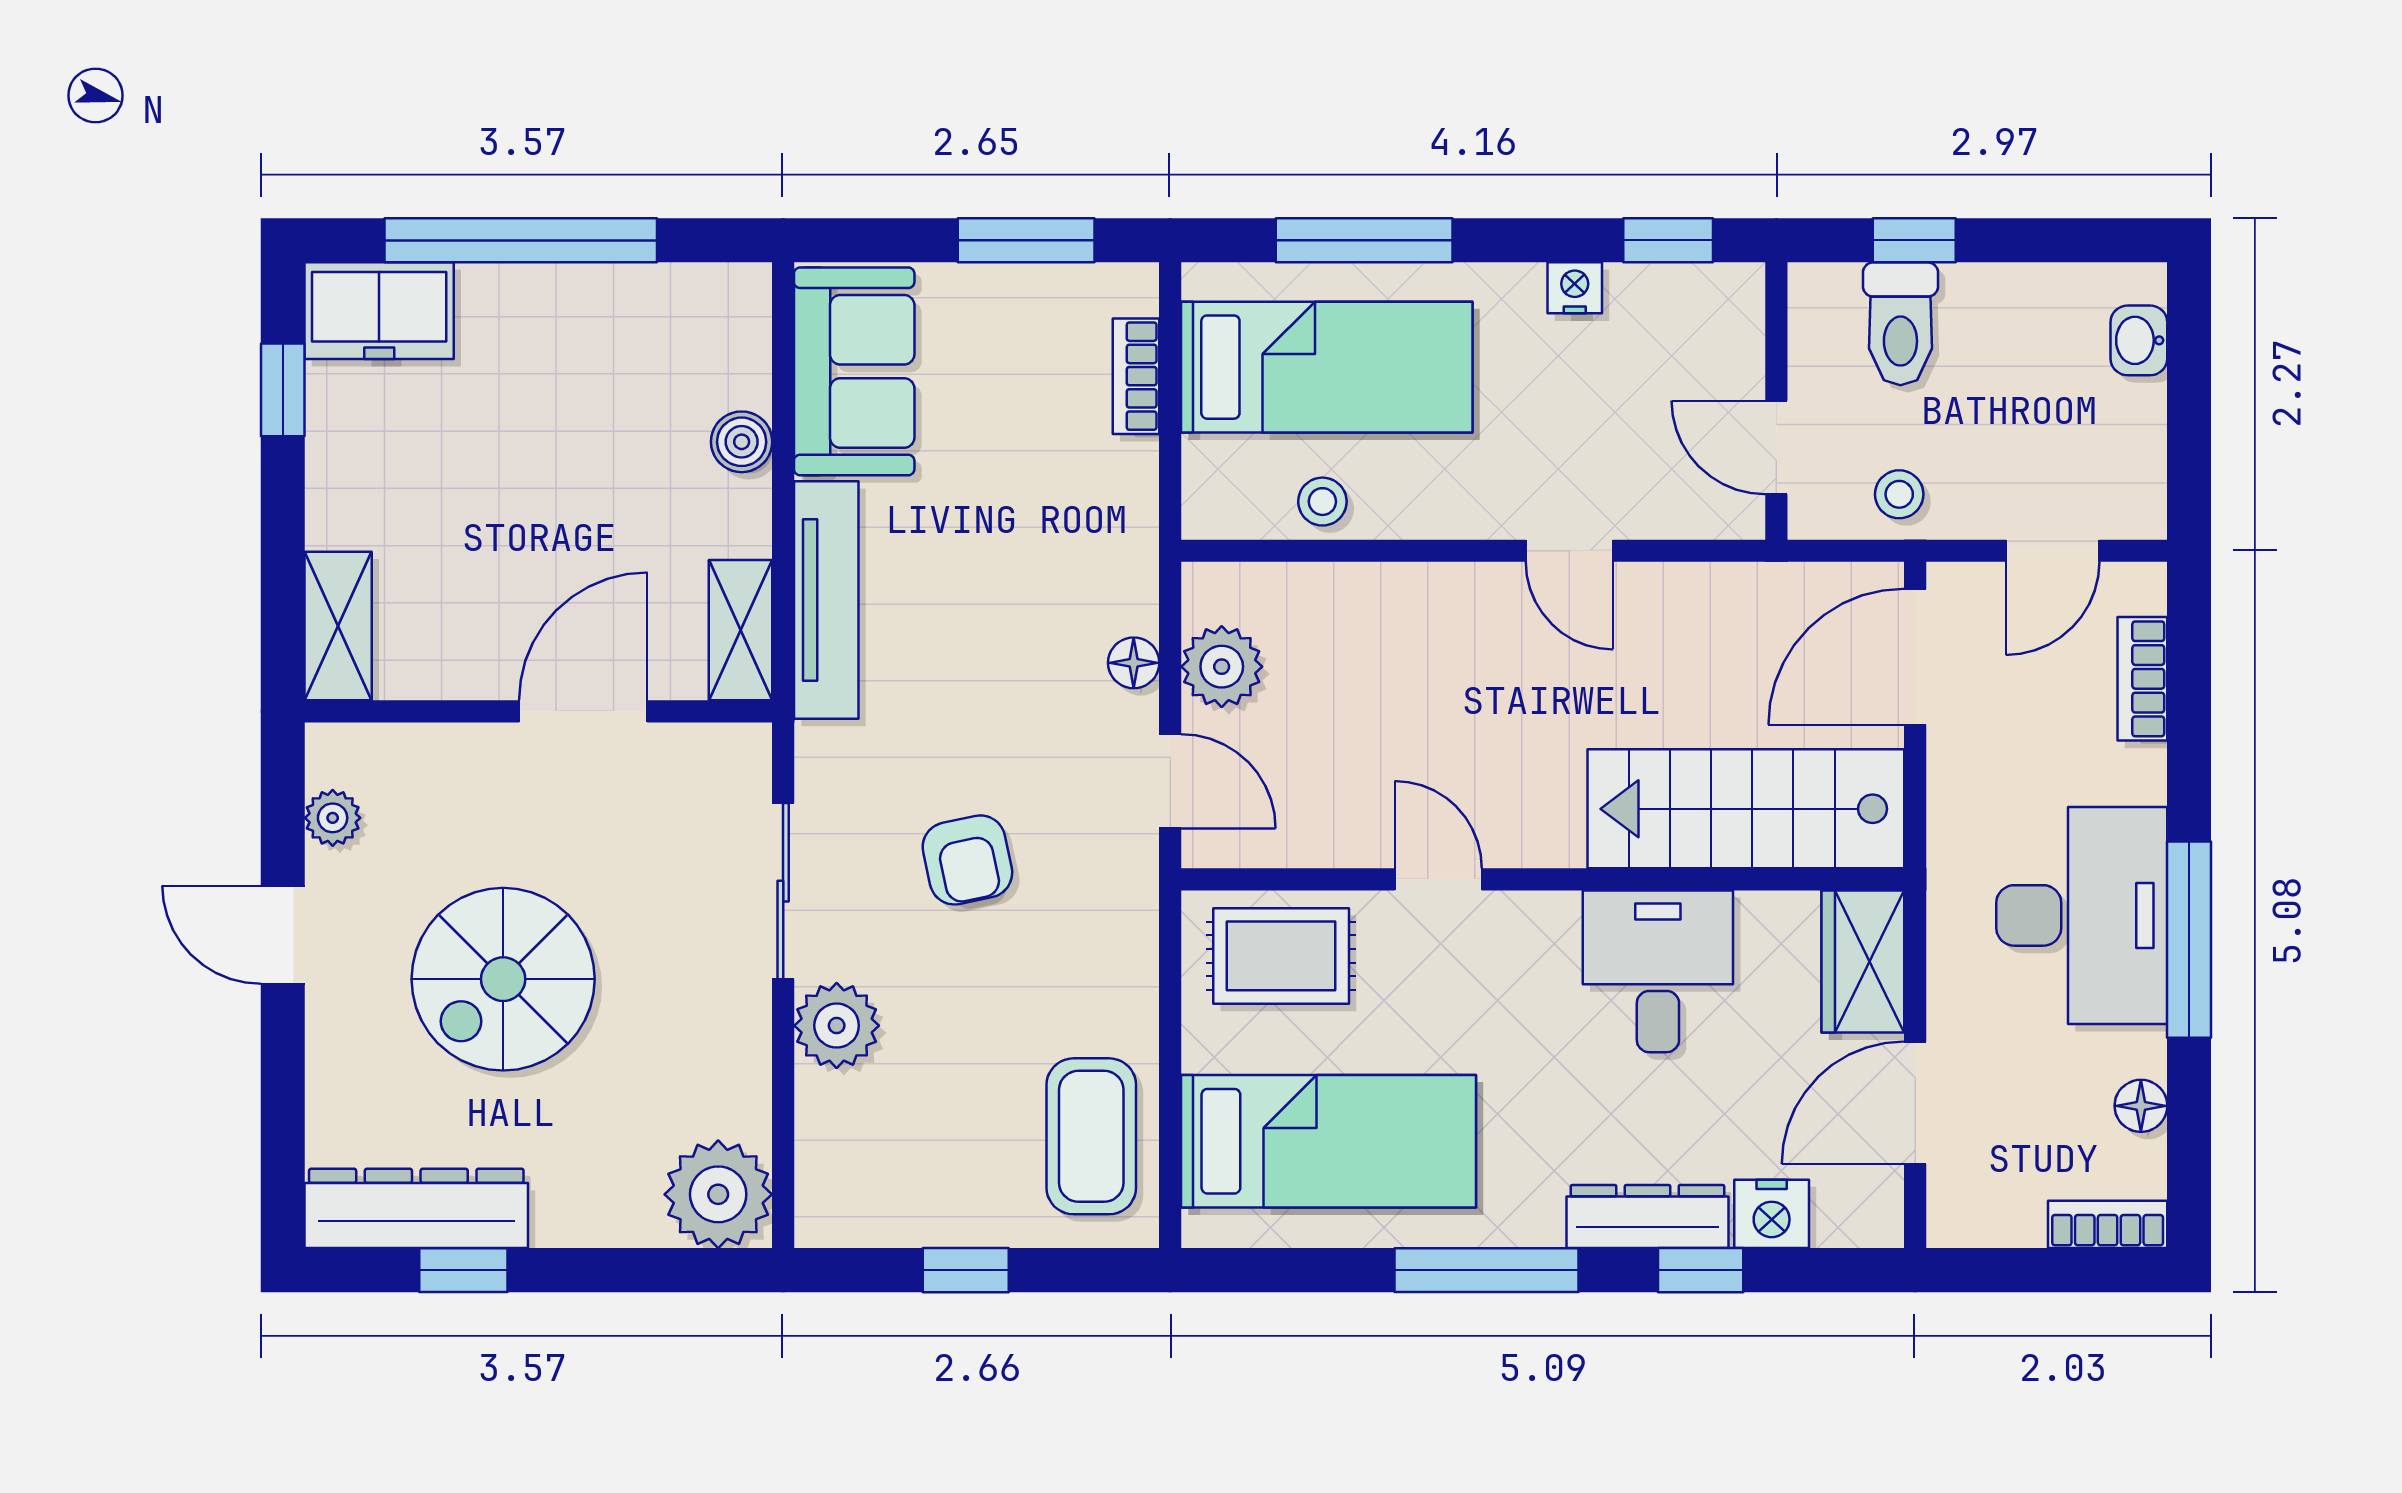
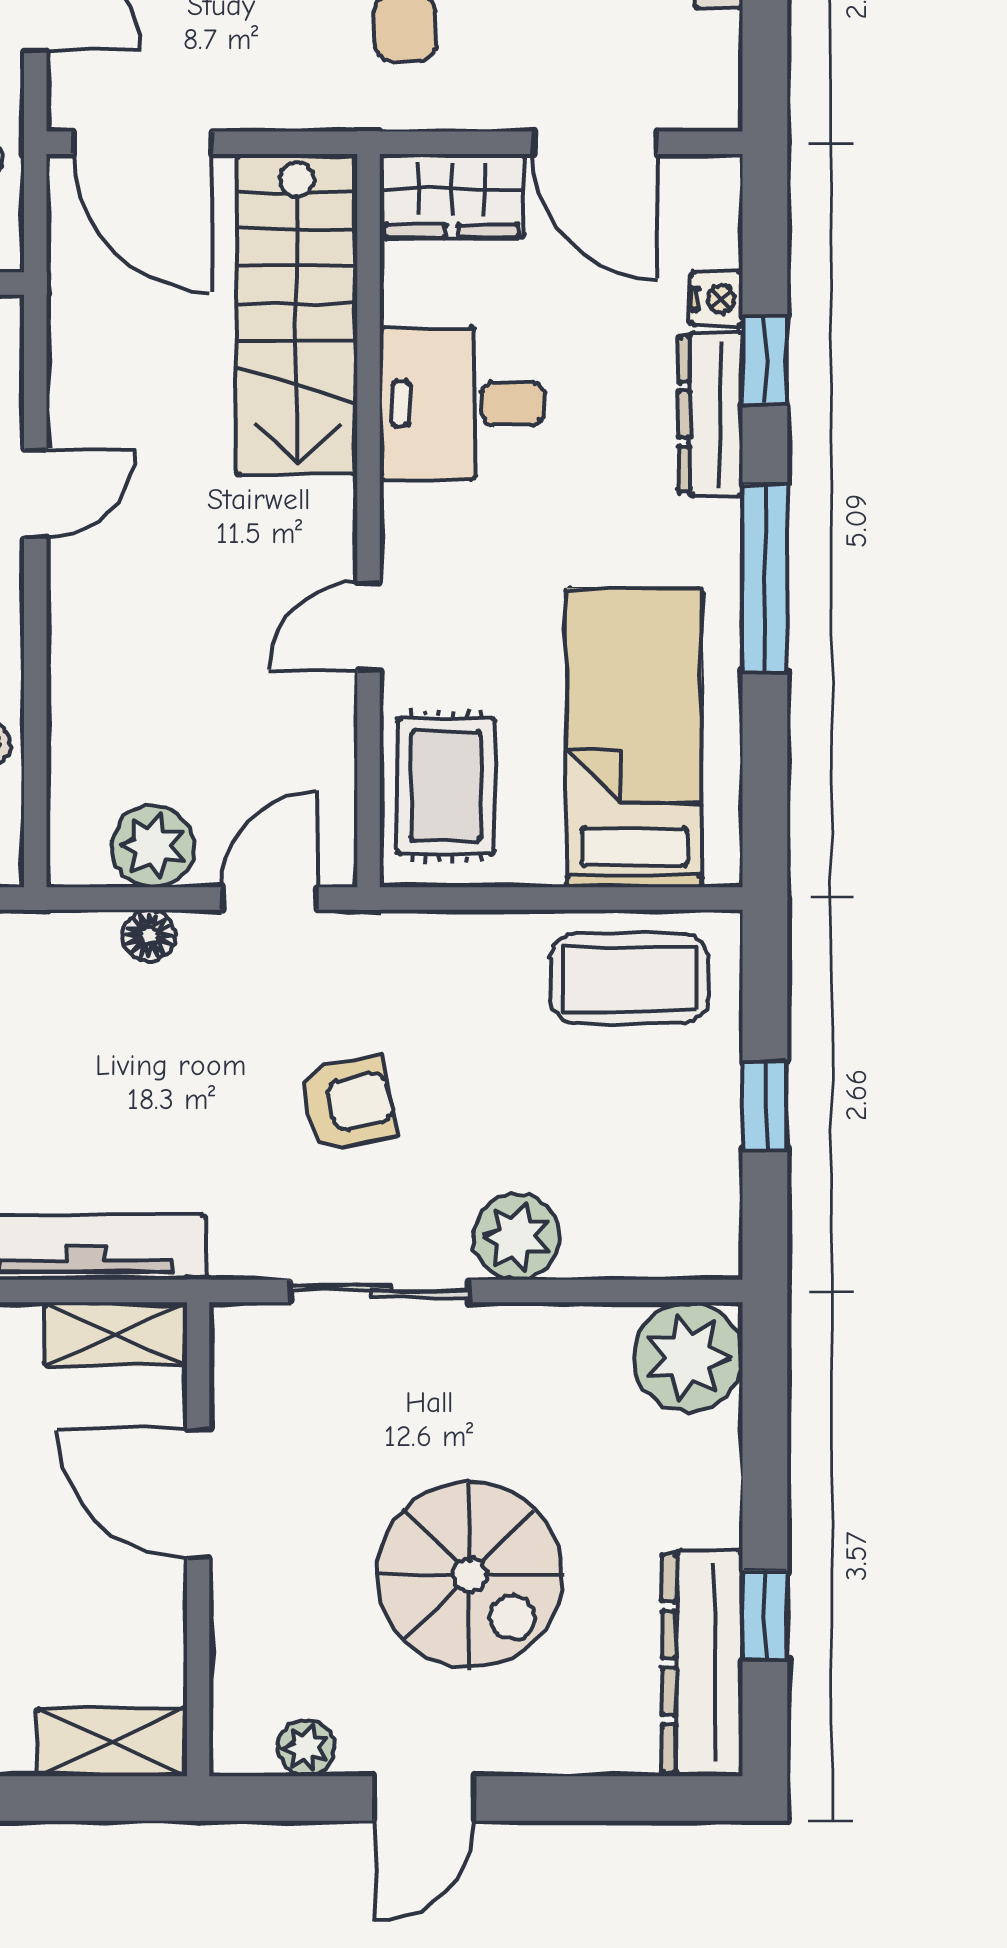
nightstand: (1772, 1214) -> (717, 299), width x0.72, depth x0.74

